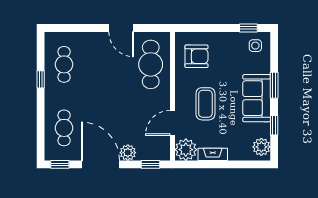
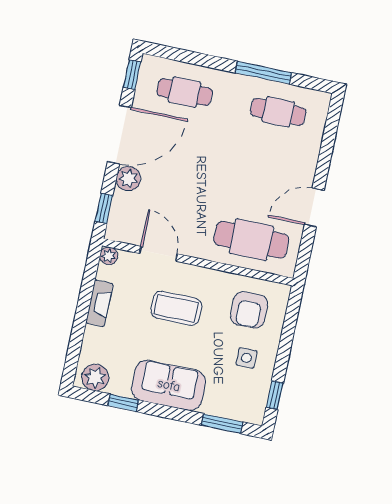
side table: (255, 46) -> (246, 358), moved
window: (41, 79) -> (263, 73), width x2.17
window: (274, 85) -> (222, 424), moved
plant: (186, 150) -> (109, 256), width x0.53, depth x0.53

